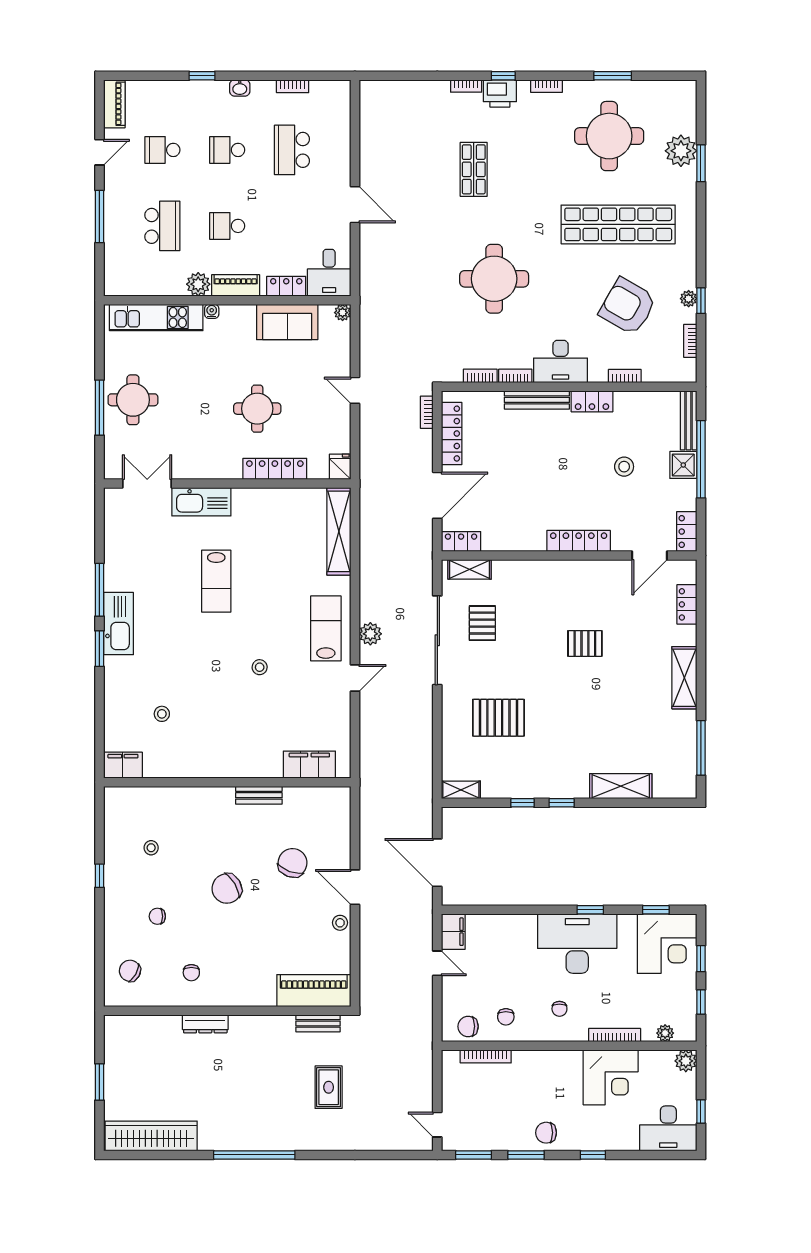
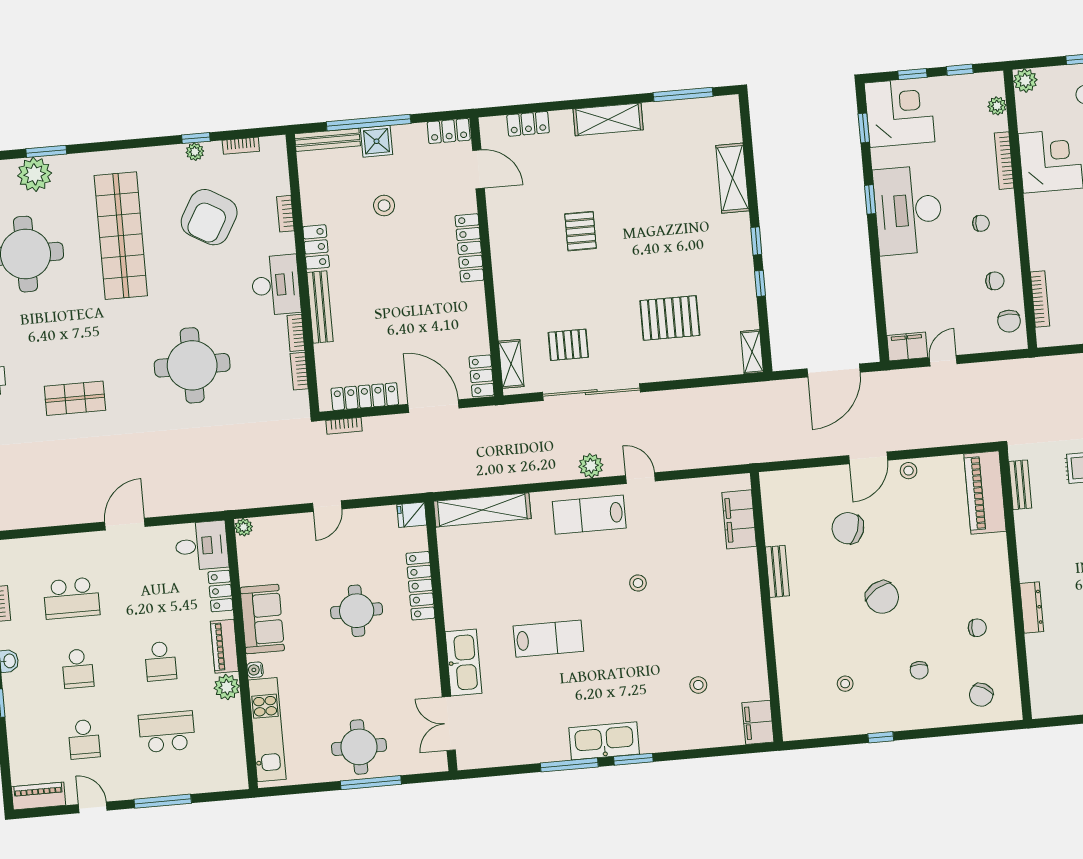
sofa: (287, 322) -> (262, 619), moved
pallet: (498, 718) -> (670, 318), turned 90

